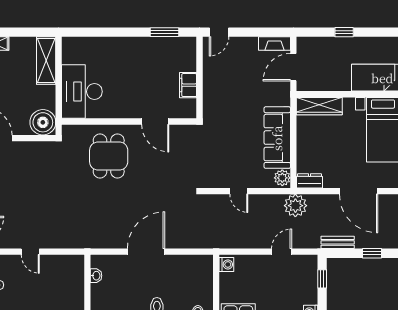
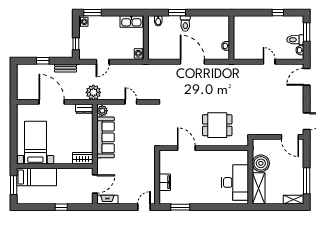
filing cabinet: (188, 85) -> (165, 182), moved
desk: (82, 92) -> (235, 182), moved
wardrobe: (319, 106) -> (83, 158), width x0.67
boiler: (43, 122) -> (261, 163), moved
dining table: (109, 156) -> (217, 125), turned 90
door: (146, 252) -> (192, 62), swing flipped

